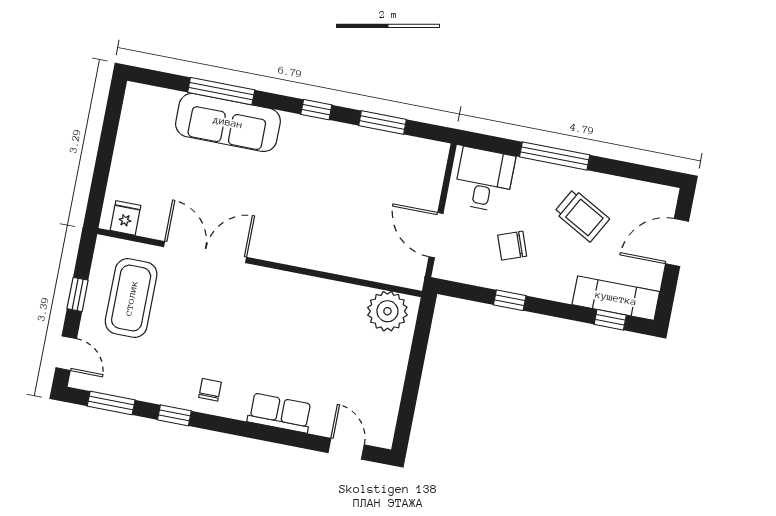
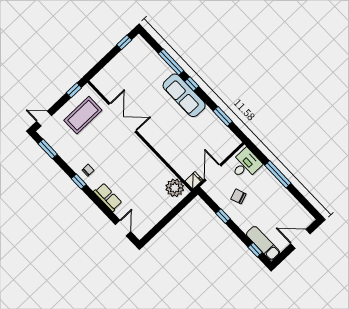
window: (316, 110) -> (192, 84), moved
window: (112, 115) -> (124, 42), added
sofa: (228, 122) -> (184, 95), moved
trolley: (582, 215) -> (272, 204), removed
fridge: (125, 218) -> (194, 180), moved
window: (78, 294) -> (74, 90), moved
door: (66, 353) -> (44, 119), swing flipped
window: (174, 415) -> (79, 182), moved

